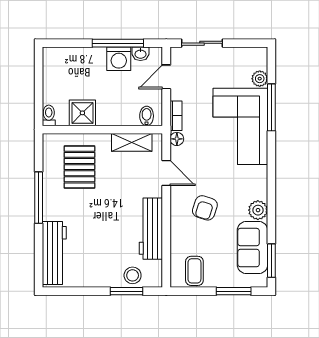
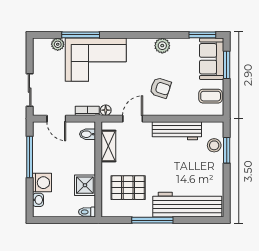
washbasin: (140, 54) -> (38, 200), moved
washing machine: (119, 59) -> (42, 183), moved
sofa: (253, 248) -> (212, 59), moved, turned 90
workbench: (54, 253) -> (187, 205), width x1.36, depth x1.32

